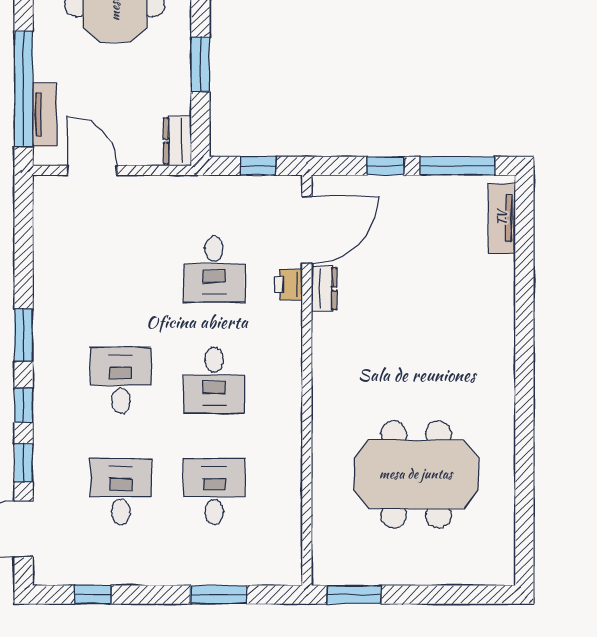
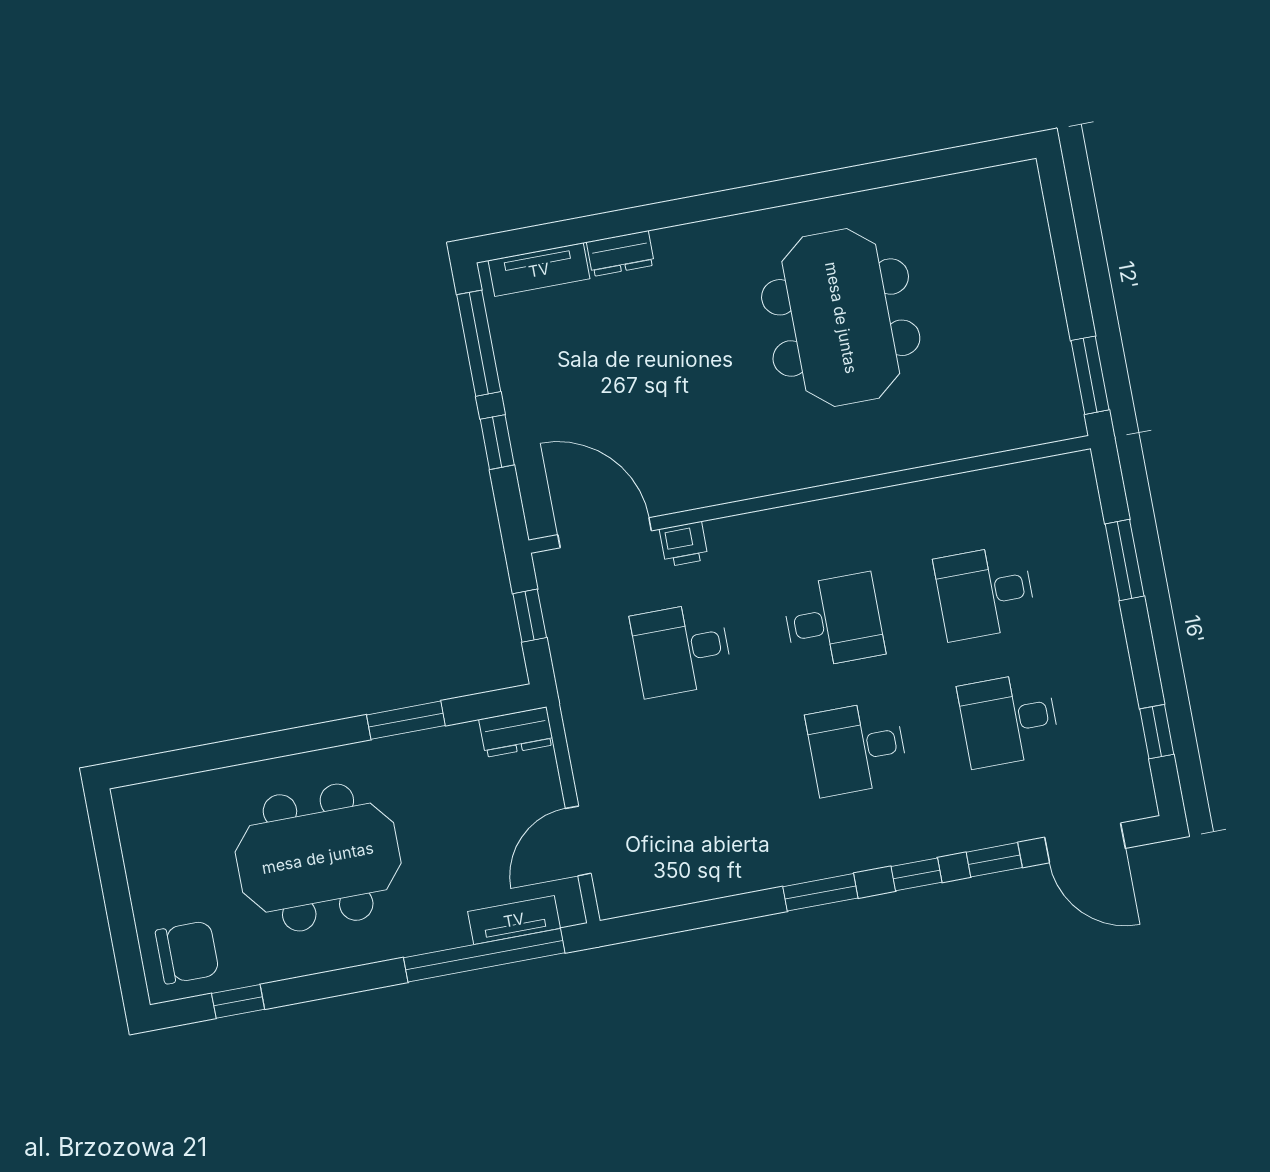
desk: (214, 269) -> (682, 649), turned 180
dresser: (324, 289) -> (621, 254), moved, turned 180
meeting table: (416, 474) -> (841, 318), moved

